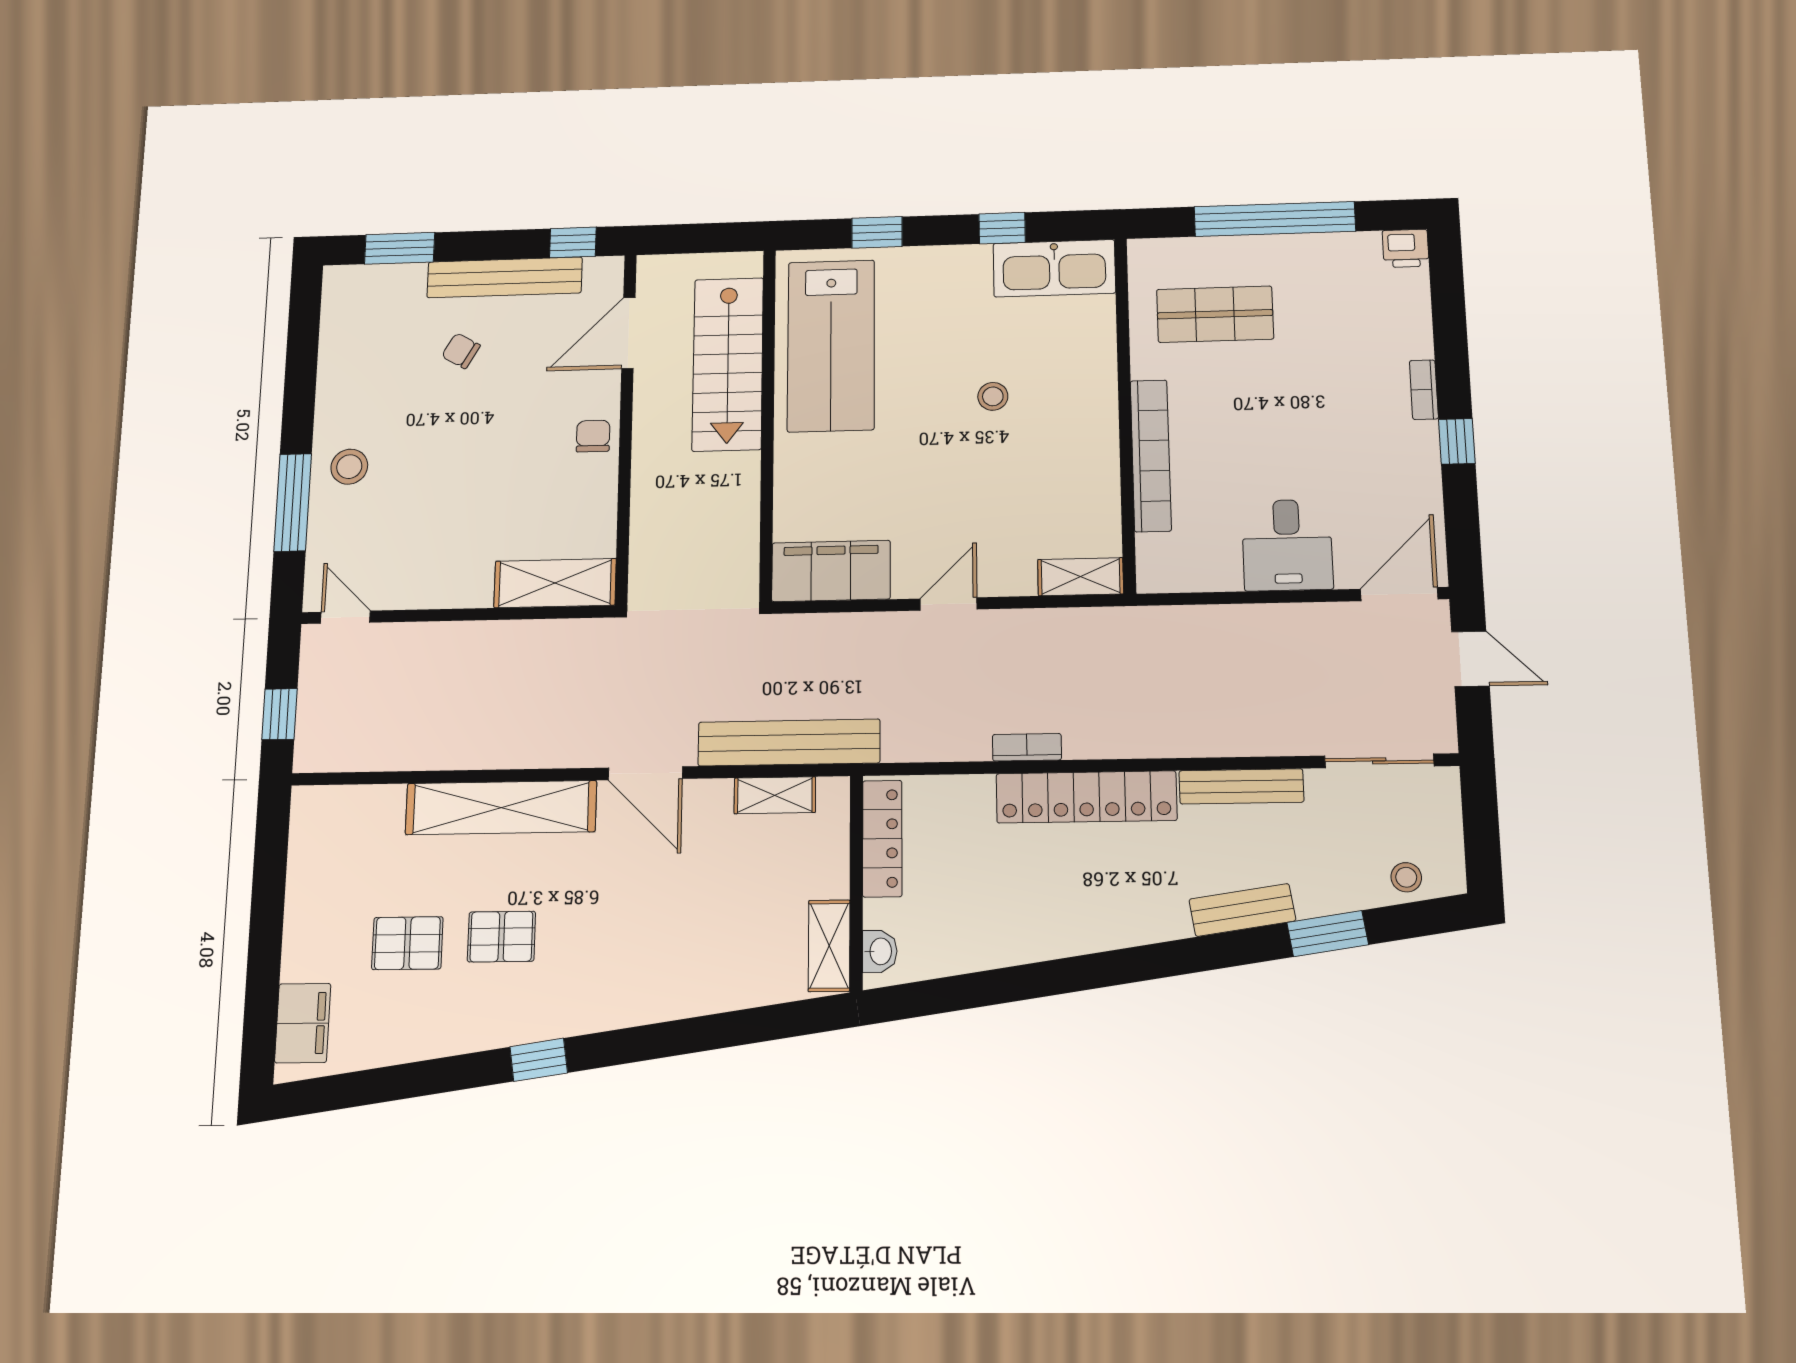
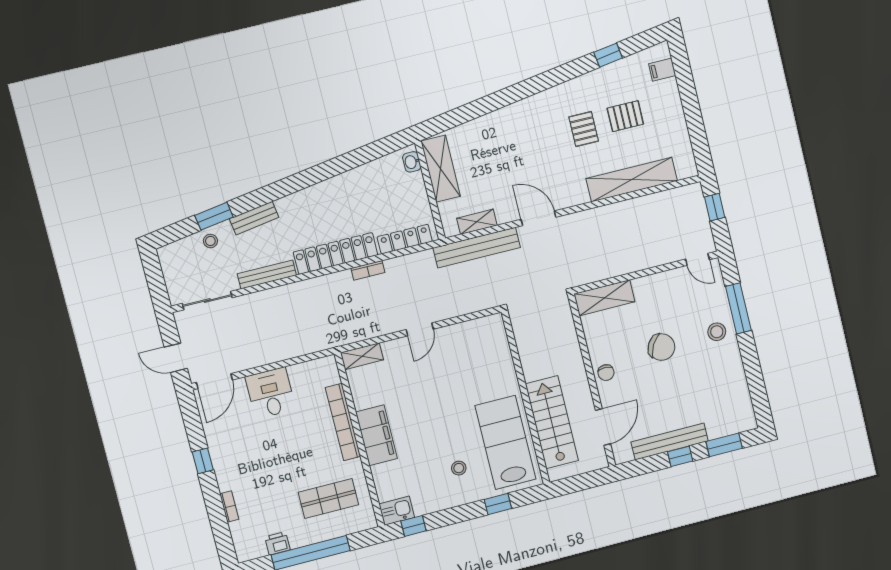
window: (1002, 228) -> (413, 526), moved
window: (573, 242) -> (680, 456), moved
printer: (1406, 248) -> (277, 543), moved
kitchen sink: (1054, 268) -> (397, 511), width x0.53, depth x0.81
chair: (461, 351) -> (661, 347), moved, width x1.87, depth x1.87
bookcase: (1424, 390) -> (229, 507), moved
stool: (993, 396) -> (459, 468), moved
filing cabinet: (831, 571) -> (376, 435), moved, turned -90
shelving: (501, 808) -> (632, 180), moved
locker: (882, 838) -> (405, 239), moved, turned 90
stool: (1406, 877) -> (210, 241), moved
pallet: (501, 937) -> (584, 129), turned 90
shelving: (829, 946) -> (441, 169), width x1.50, depth x1.33
filing cabinet: (303, 1023) -> (662, 70), width x0.50
window: (539, 1060) -> (608, 55), moved

